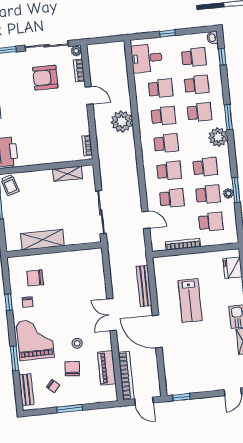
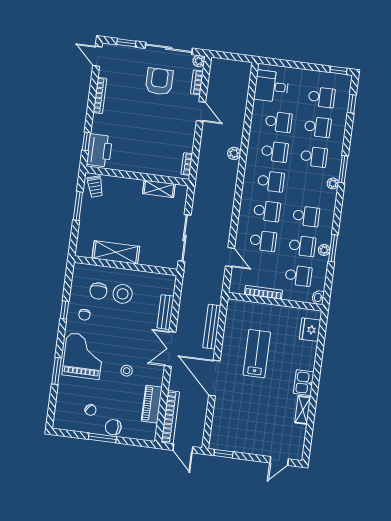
window: (167, 33) -> (339, 70), moved
washbasin: (212, 38) -> (318, 297), moved
armchair: (45, 78) -> (159, 82), turned 90
plant: (122, 122) -> (234, 153), width x0.53, depth x0.53
plant: (218, 137) -> (333, 183), width x0.53, depth x0.53
stool: (57, 275) -> (123, 294), added
chair: (35, 278) -> (98, 291), turned -90
lab bench: (190, 300) -> (257, 354), turned 180
chair: (72, 369) -> (113, 427), moved, turned -95
bench: (26, 390) -> (165, 312), moved

